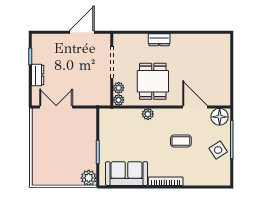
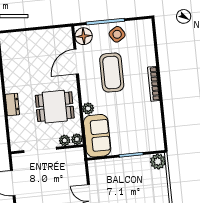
coffee table: (181, 141) -> (112, 73), width x1.86, depth x1.72
sofa: (127, 174) -> (97, 136), moved, turned 180

